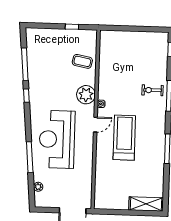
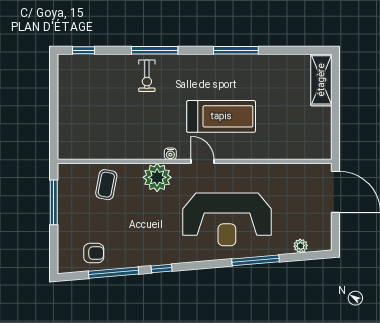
window: (72, 27) -> (54, 202), width x2.17
armchair: (38, 52) -> (94, 253), added
treadmill: (124, 138) -> (221, 116), turned 180

